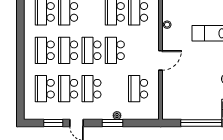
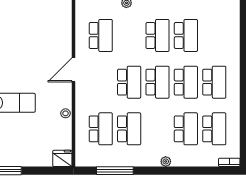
school desk: (45, 89) -> (214, 35), removed

